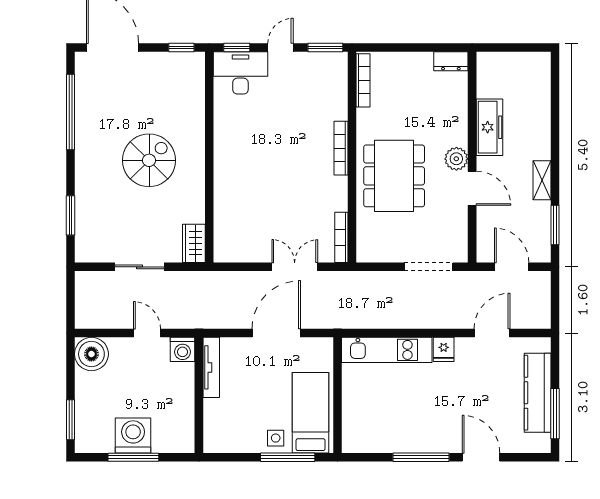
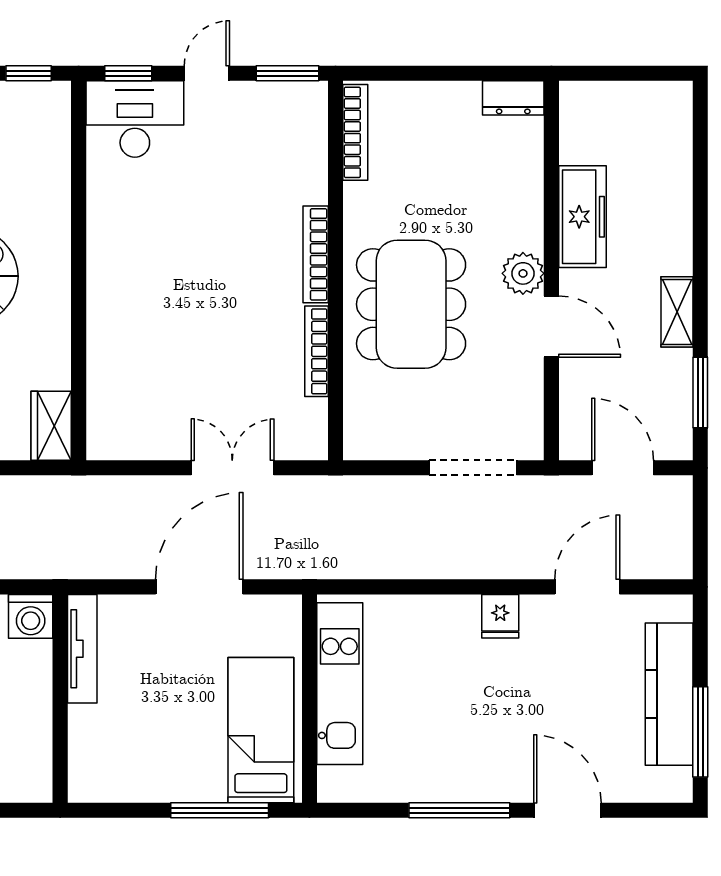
bookcase: (341, 237) -> (316, 351), moved
kitchen unit: (387, 350) -> (340, 684), moved, turned -90
side table: (276, 438) -> (198, 776), removed

